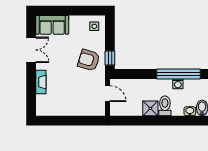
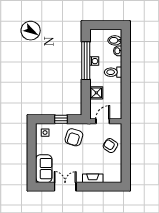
window: (110, 58) -> (61, 119), moved
armchair: (79, 103) -> (110, 146), added
shower: (150, 108) -> (96, 93), moved

